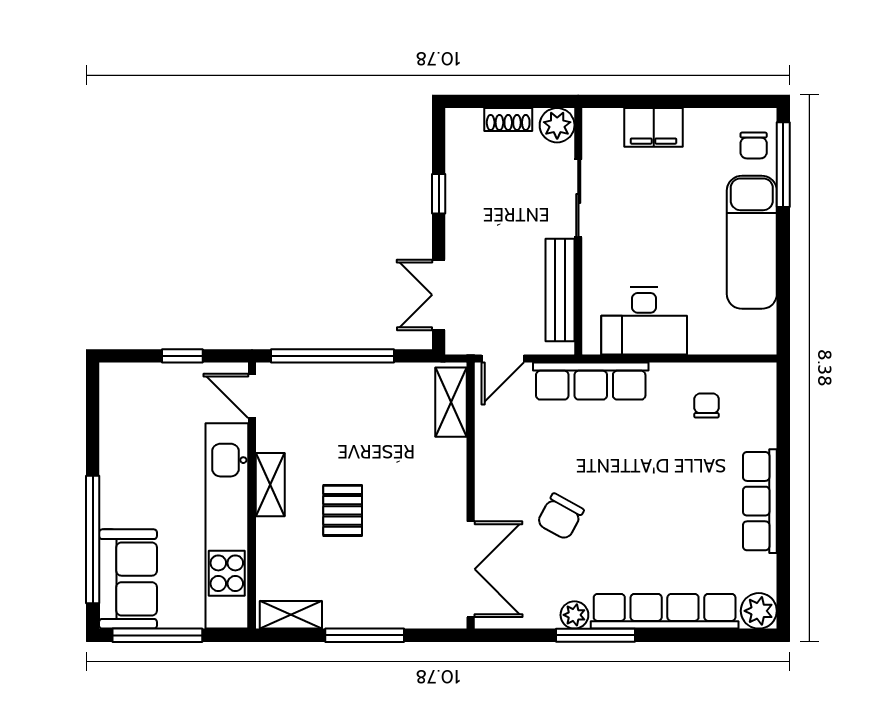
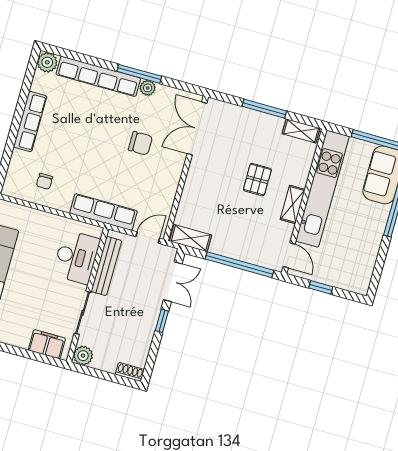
shoe rack: (508, 120) -> (130, 372), moved
filing cabinet: (654, 127) -> (47, 344), moved
window: (439, 194) -> (162, 321), moved
desk: (644, 321) -> (76, 257), moved, turned 90
shelving: (451, 402) -> (191, 238), moved, turned 90
chair: (560, 517) -> (140, 143), turned 61

